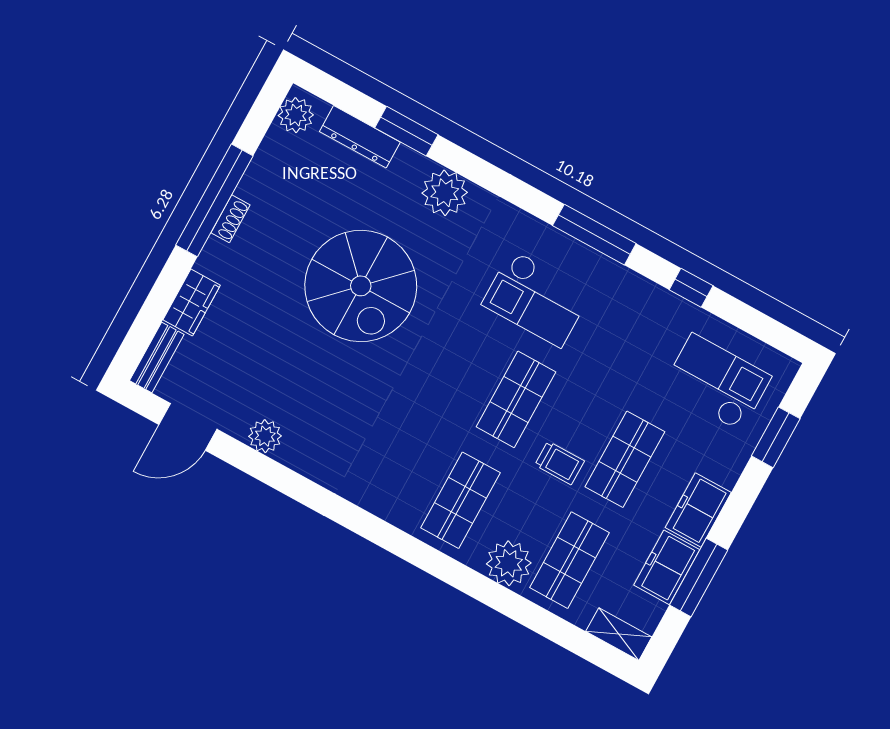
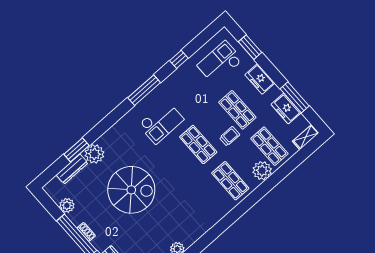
plant: (296, 115) -> (67, 205), moved
plant: (445, 193) -> (94, 154), moved
freezer: (698, 510) -> (260, 79), moved

